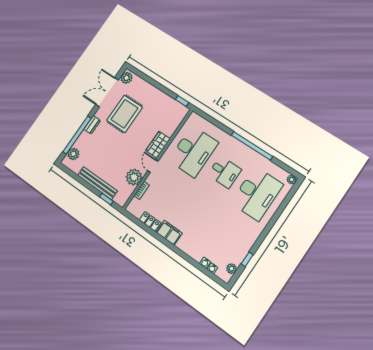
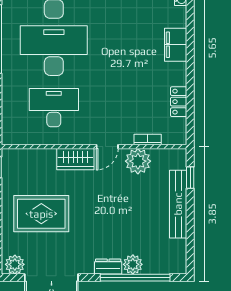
rug: (125, 114) -> (41, 214), moved
desk: (193, 151) -> (54, 108), width x0.73, depth x0.77
plant: (73, 154) -> (133, 264), moved
desk: (224, 172) -> (54, 51), width x1.87, depth x1.30
filing cabinet: (169, 233) -> (176, 45), moved

